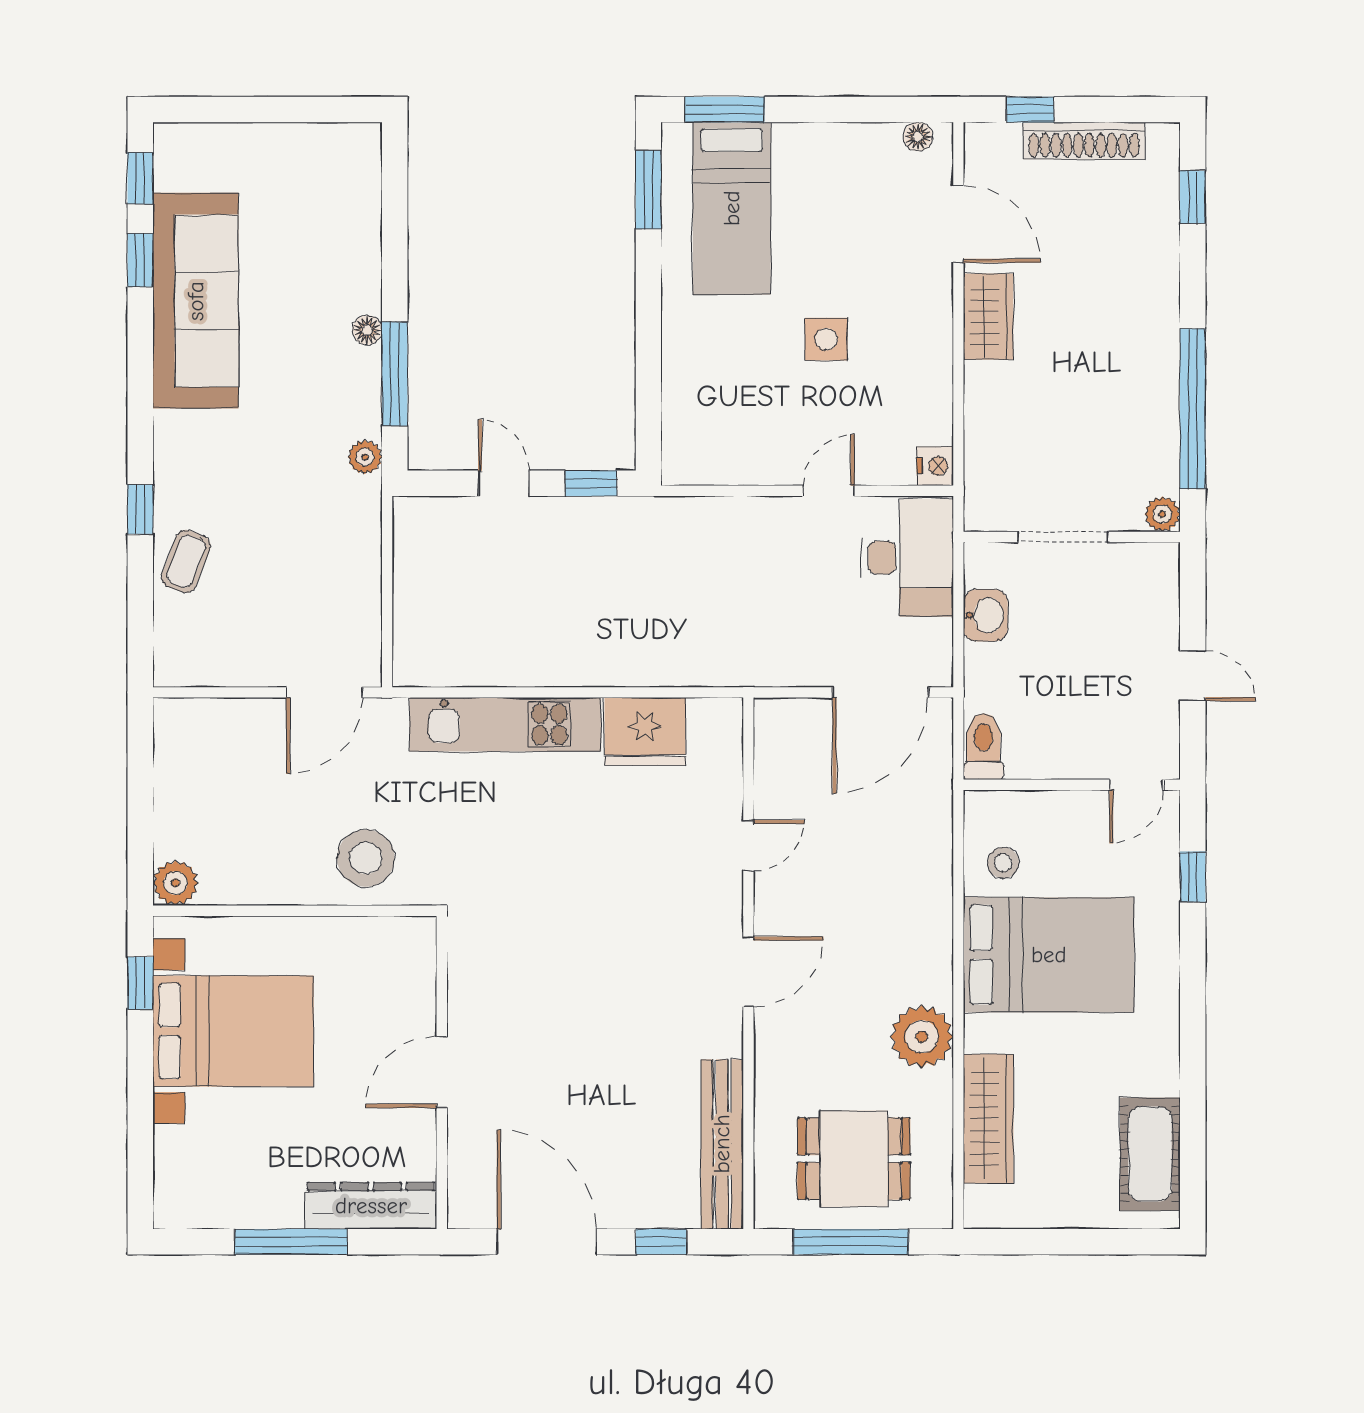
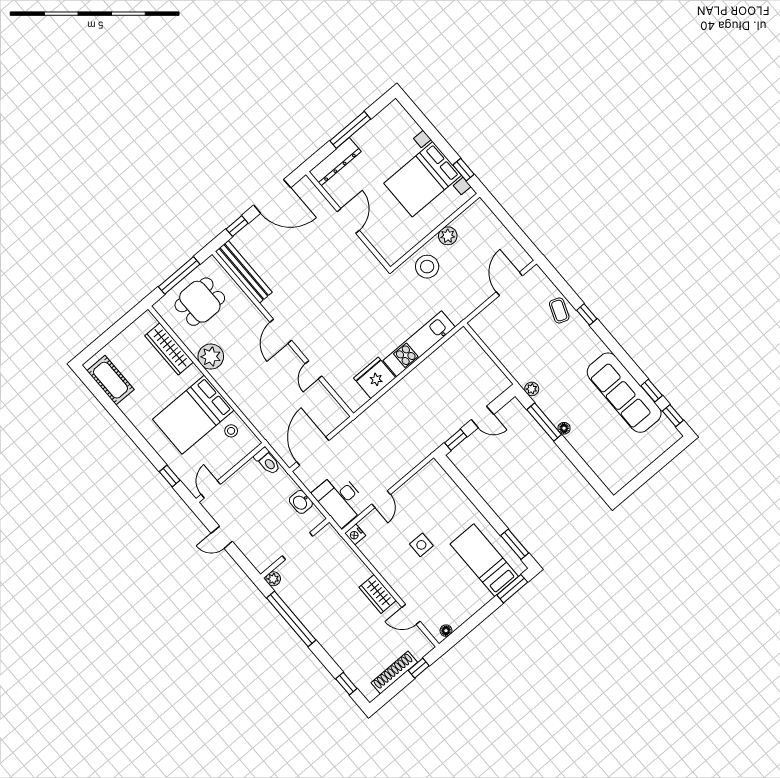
door: (958, 224) -> (411, 614), width x0.73
door: (324, 692) -> (509, 284), moved
plant: (175, 883) -> (448, 236), moved

